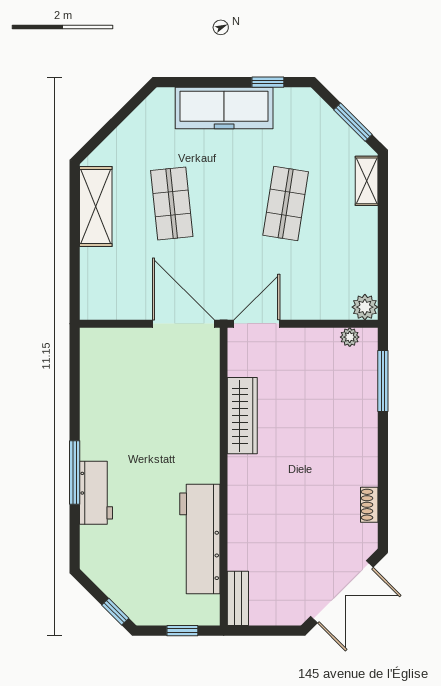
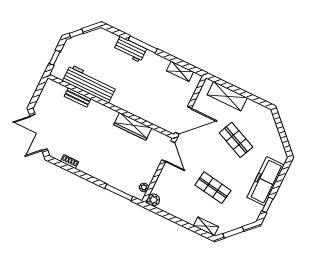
shop shelf: (172, 204) -> (236, 140), turned 30
shelving: (96, 206) -> (227, 96), moved
shelving: (92, 376) -> (180, 71), added
bench: (238, 598) -> (78, 97), moved

